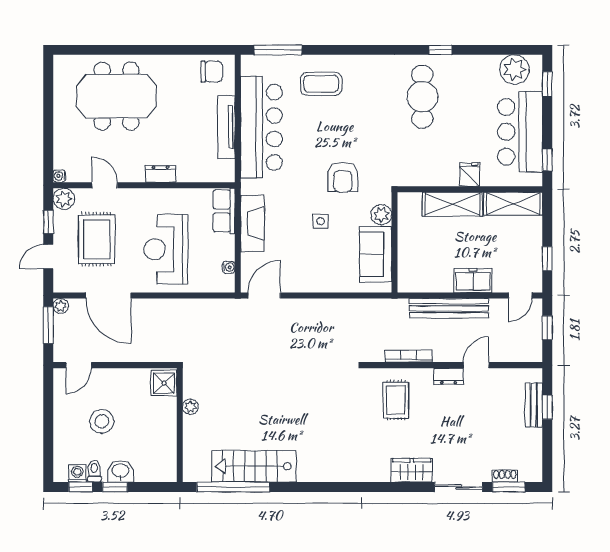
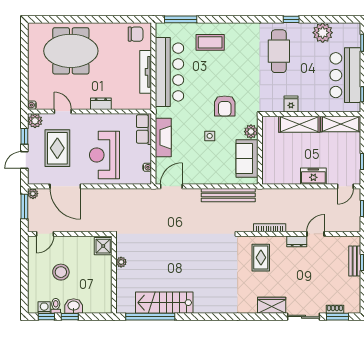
plant: (514, 69) -> (323, 33), moved
fridge: (470, 174) -> (291, 104), moved
bench: (449, 308) -> (228, 195), moved

